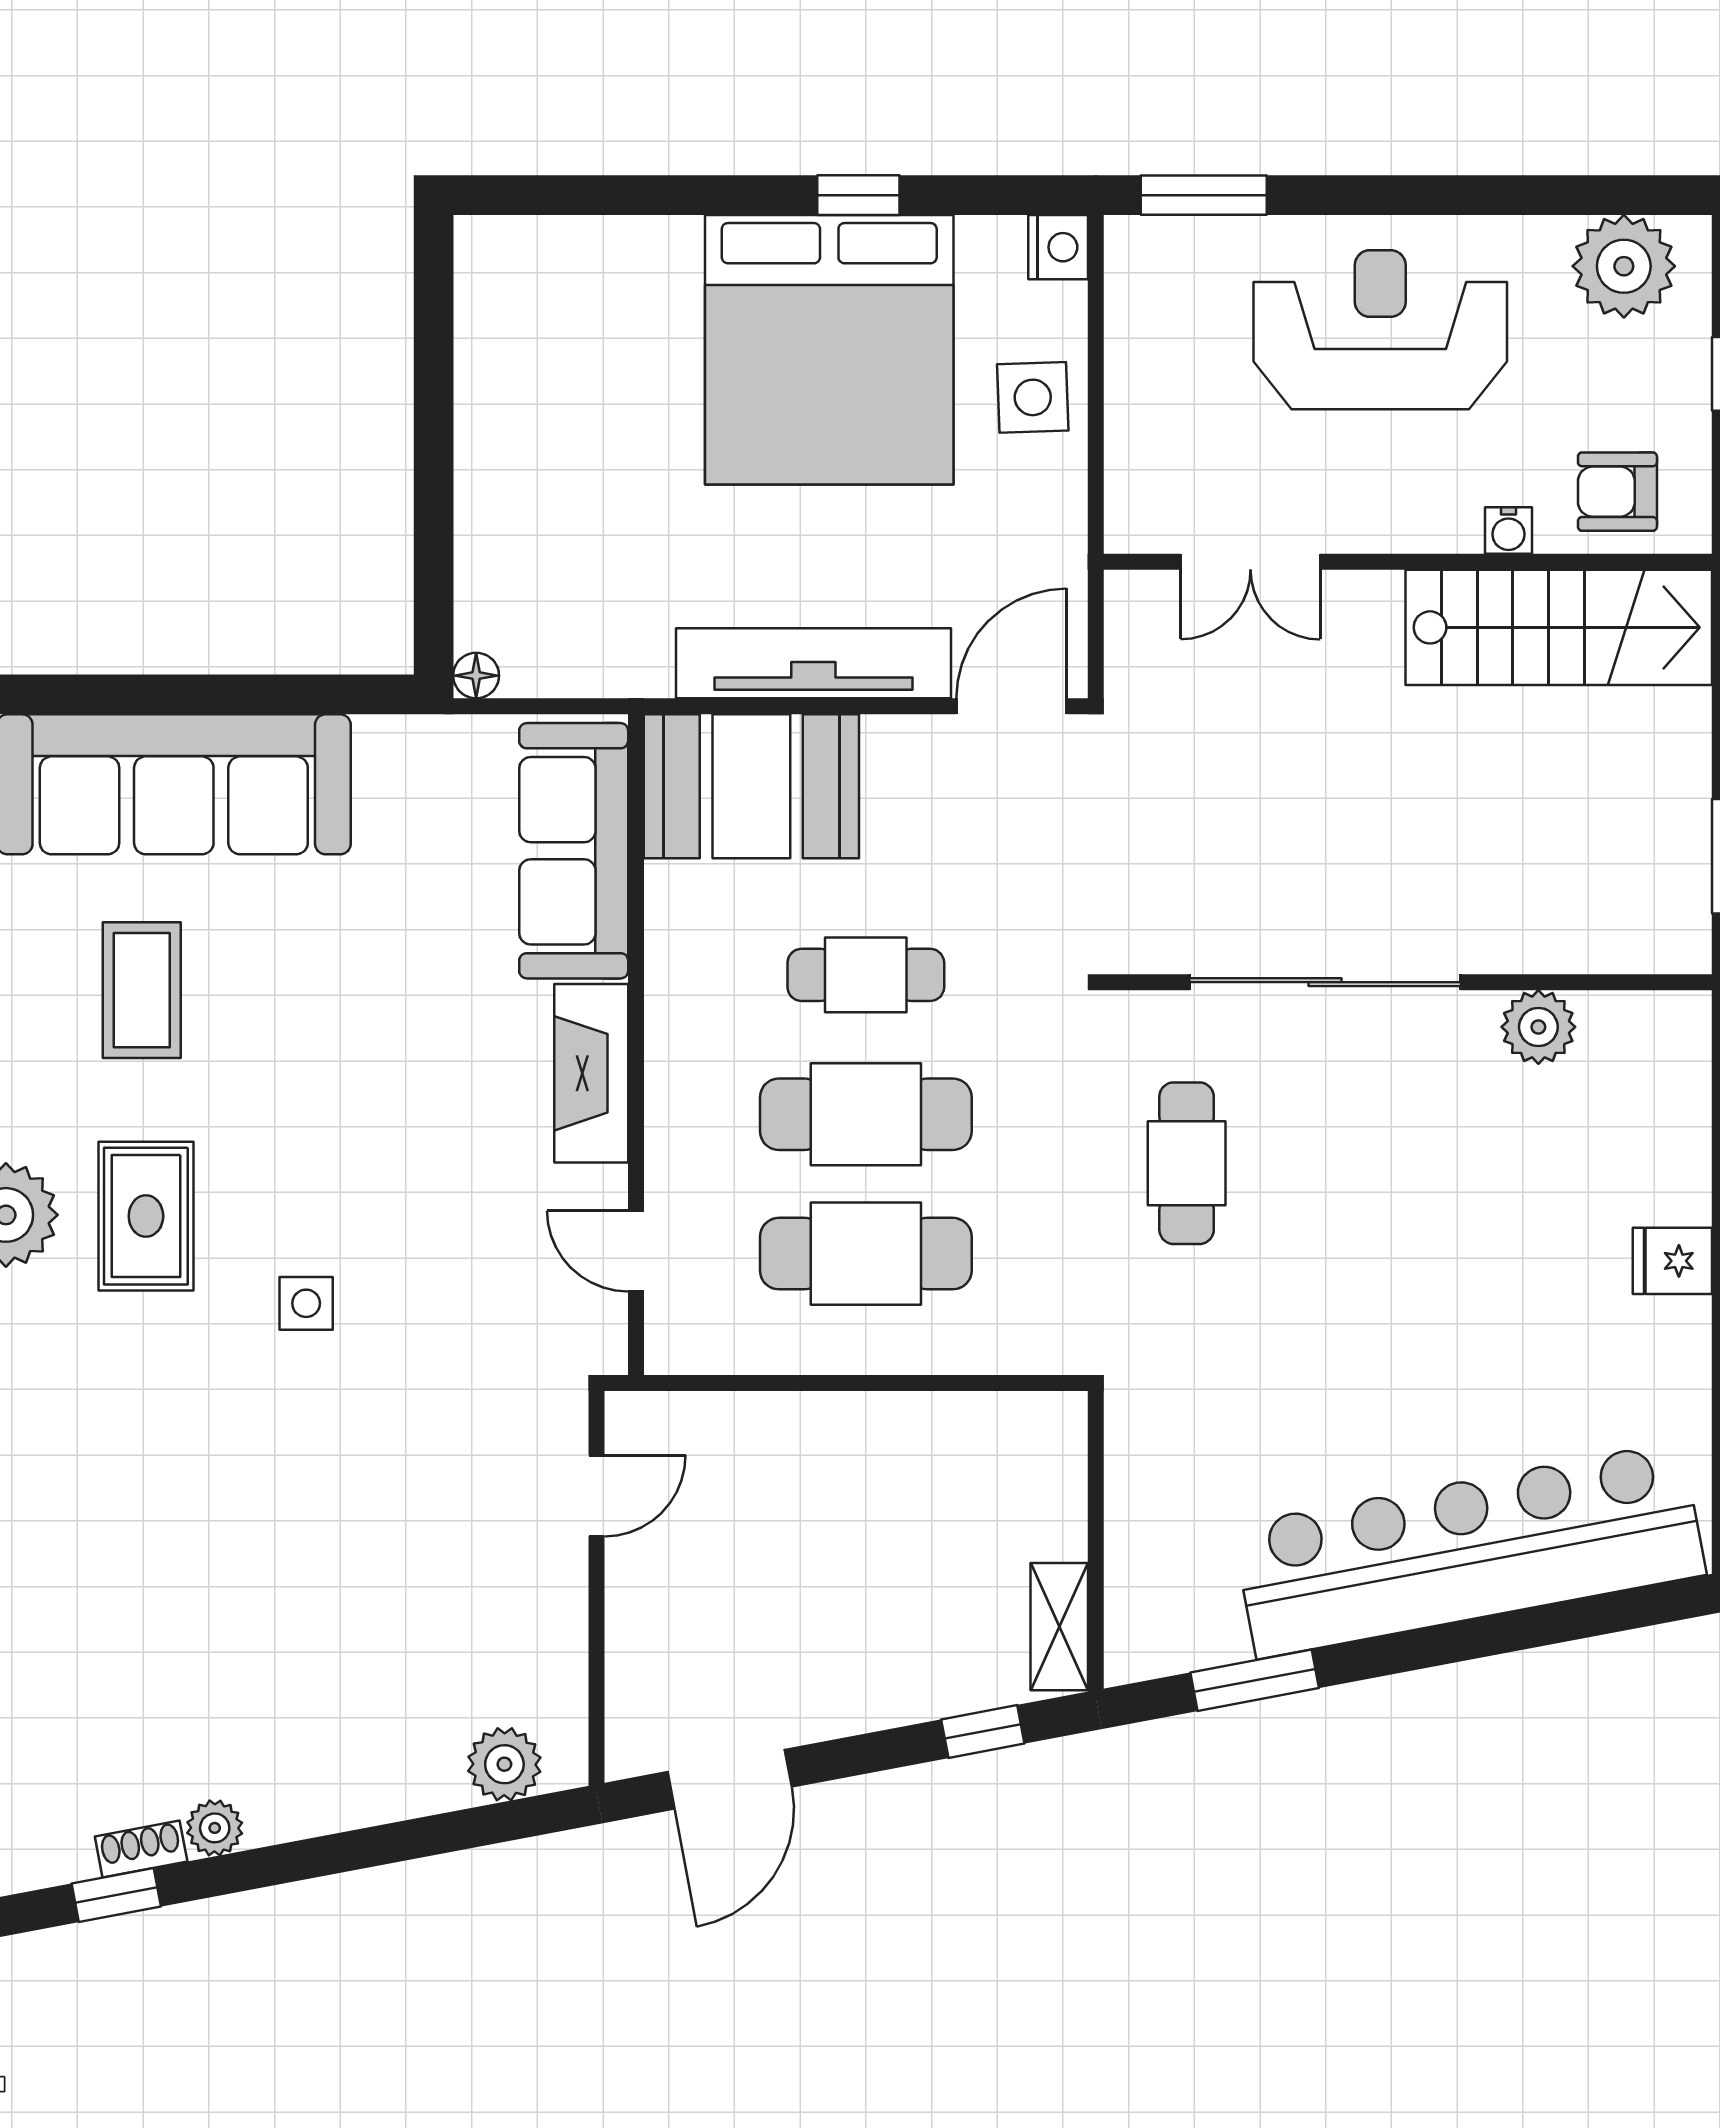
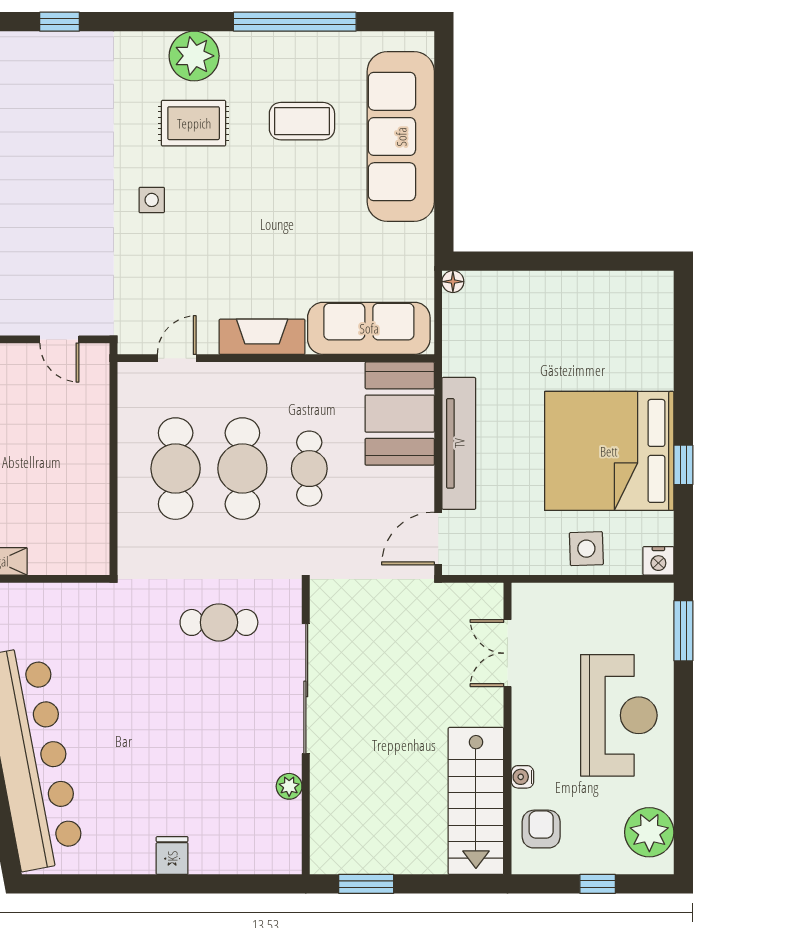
door: (1011, 706) -> (438, 538), swing flipped
plant: (1538, 1027) -> (289, 786), width x0.73, depth x0.73

